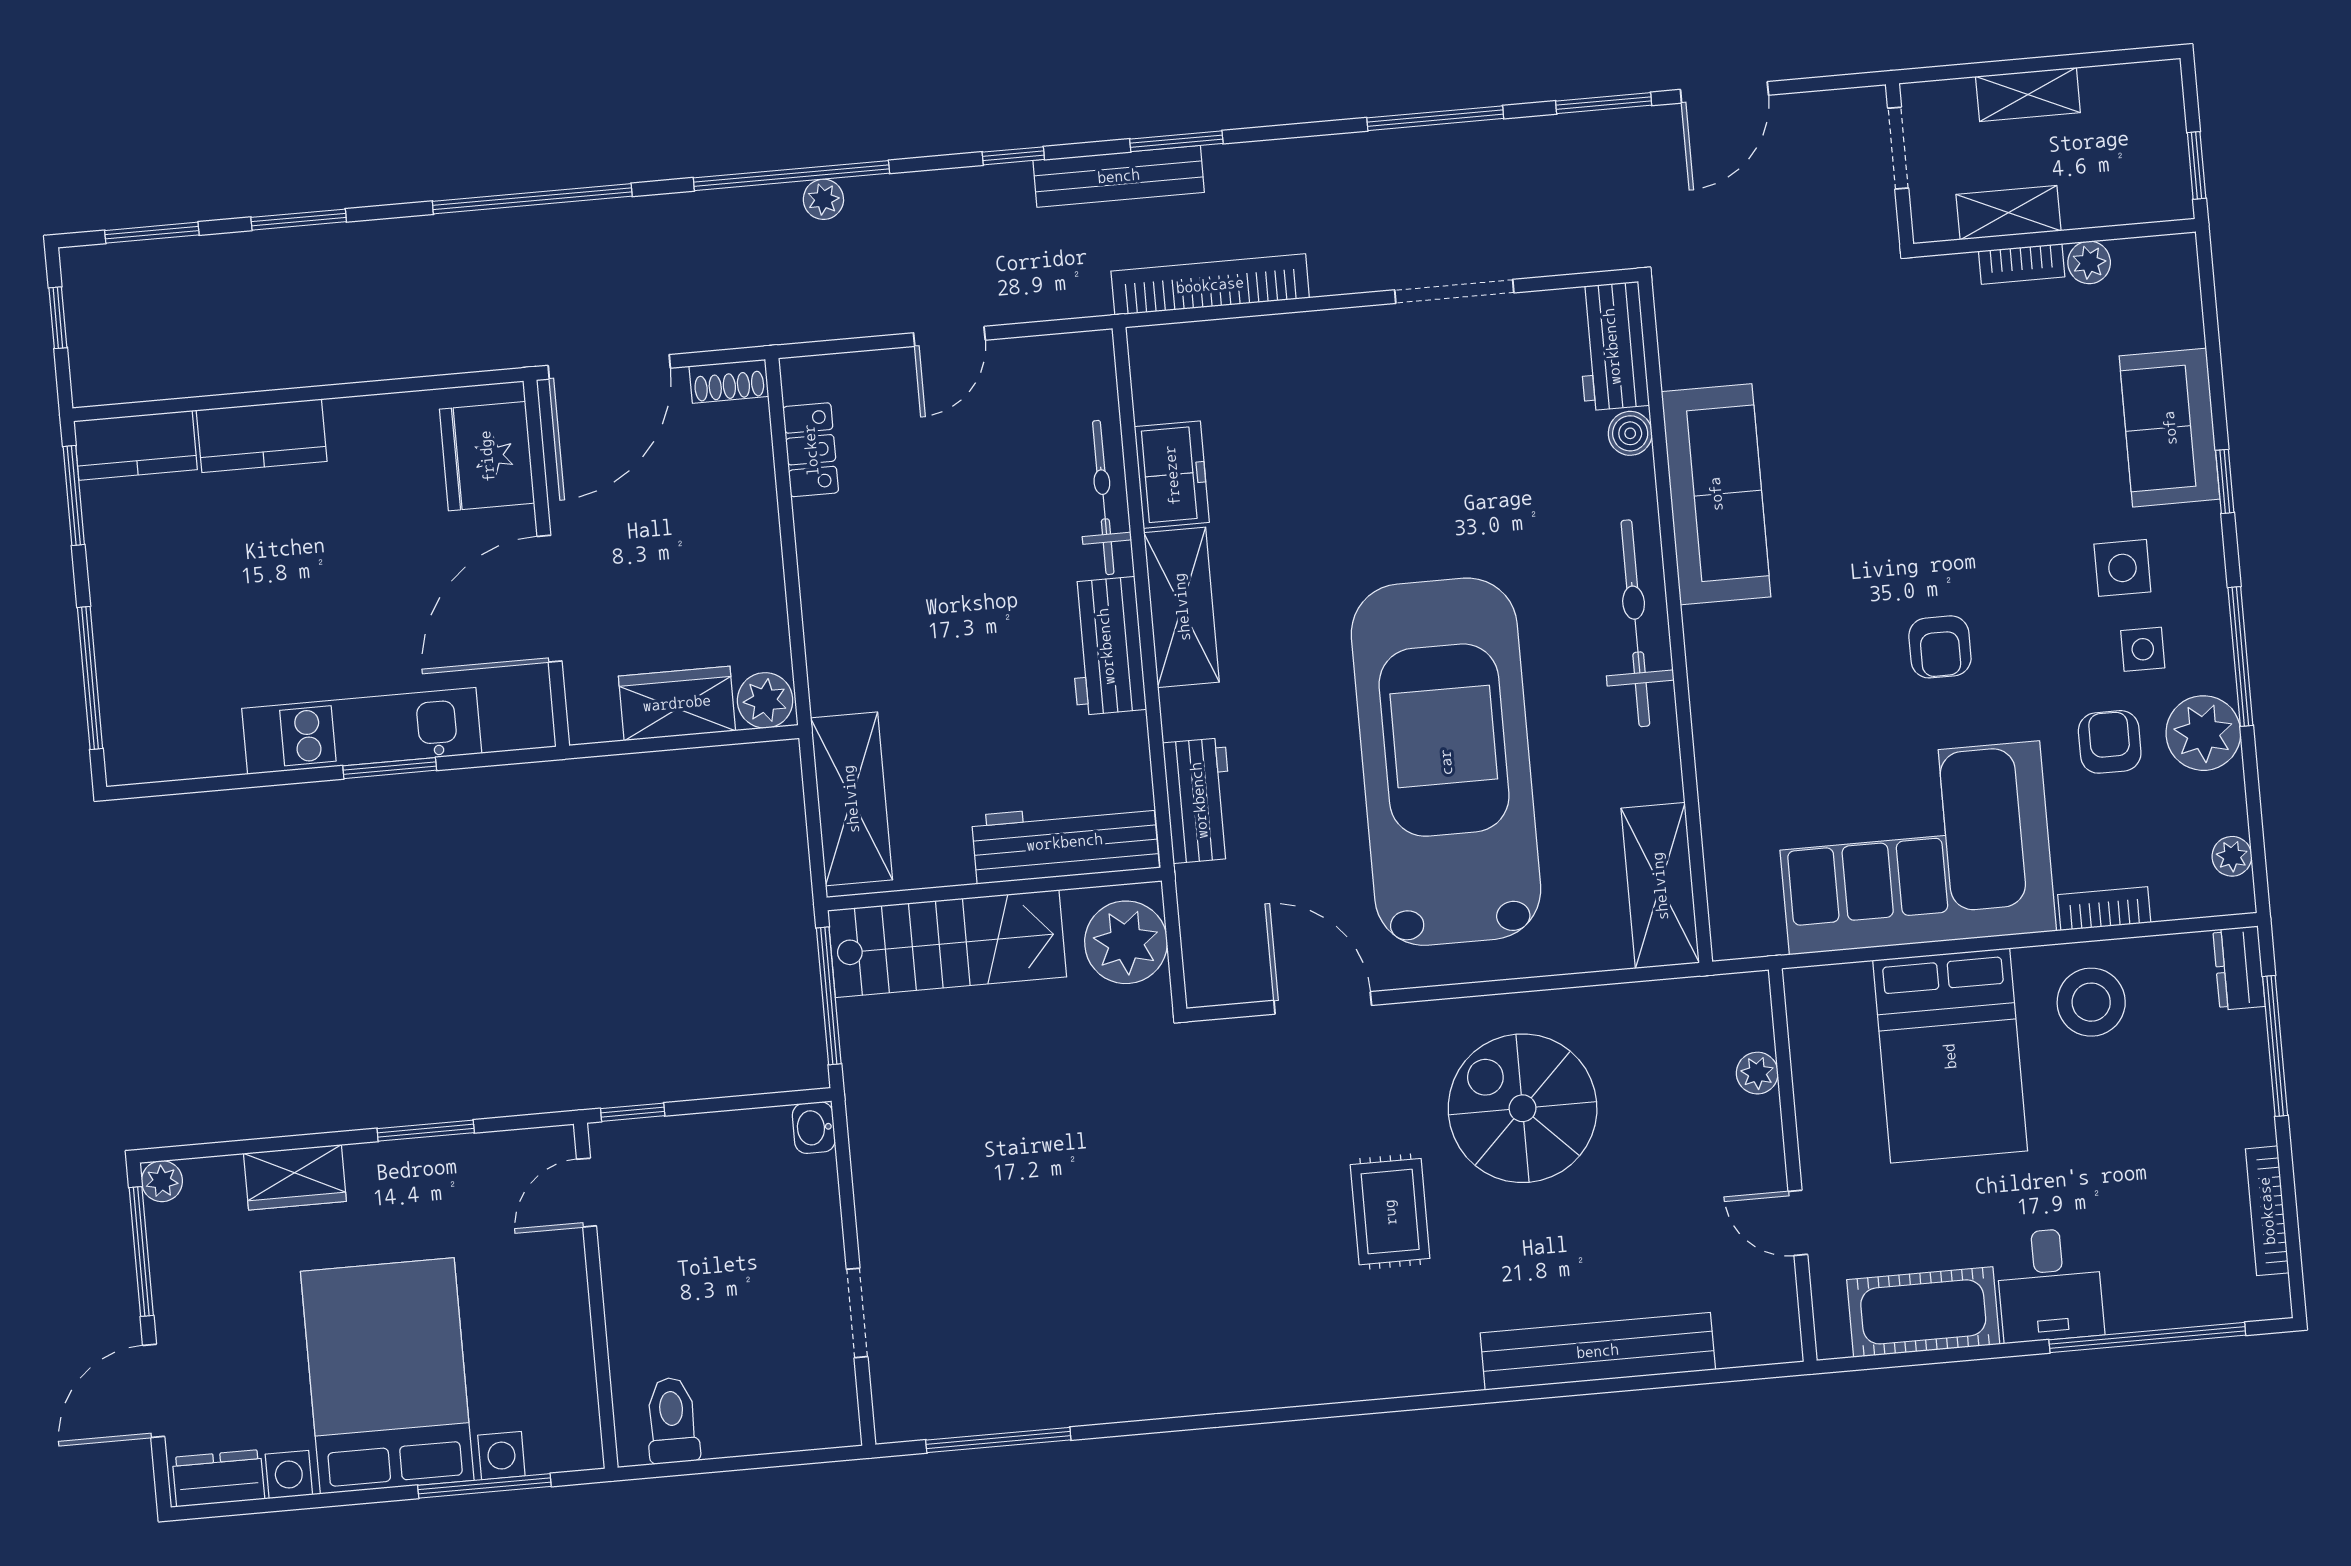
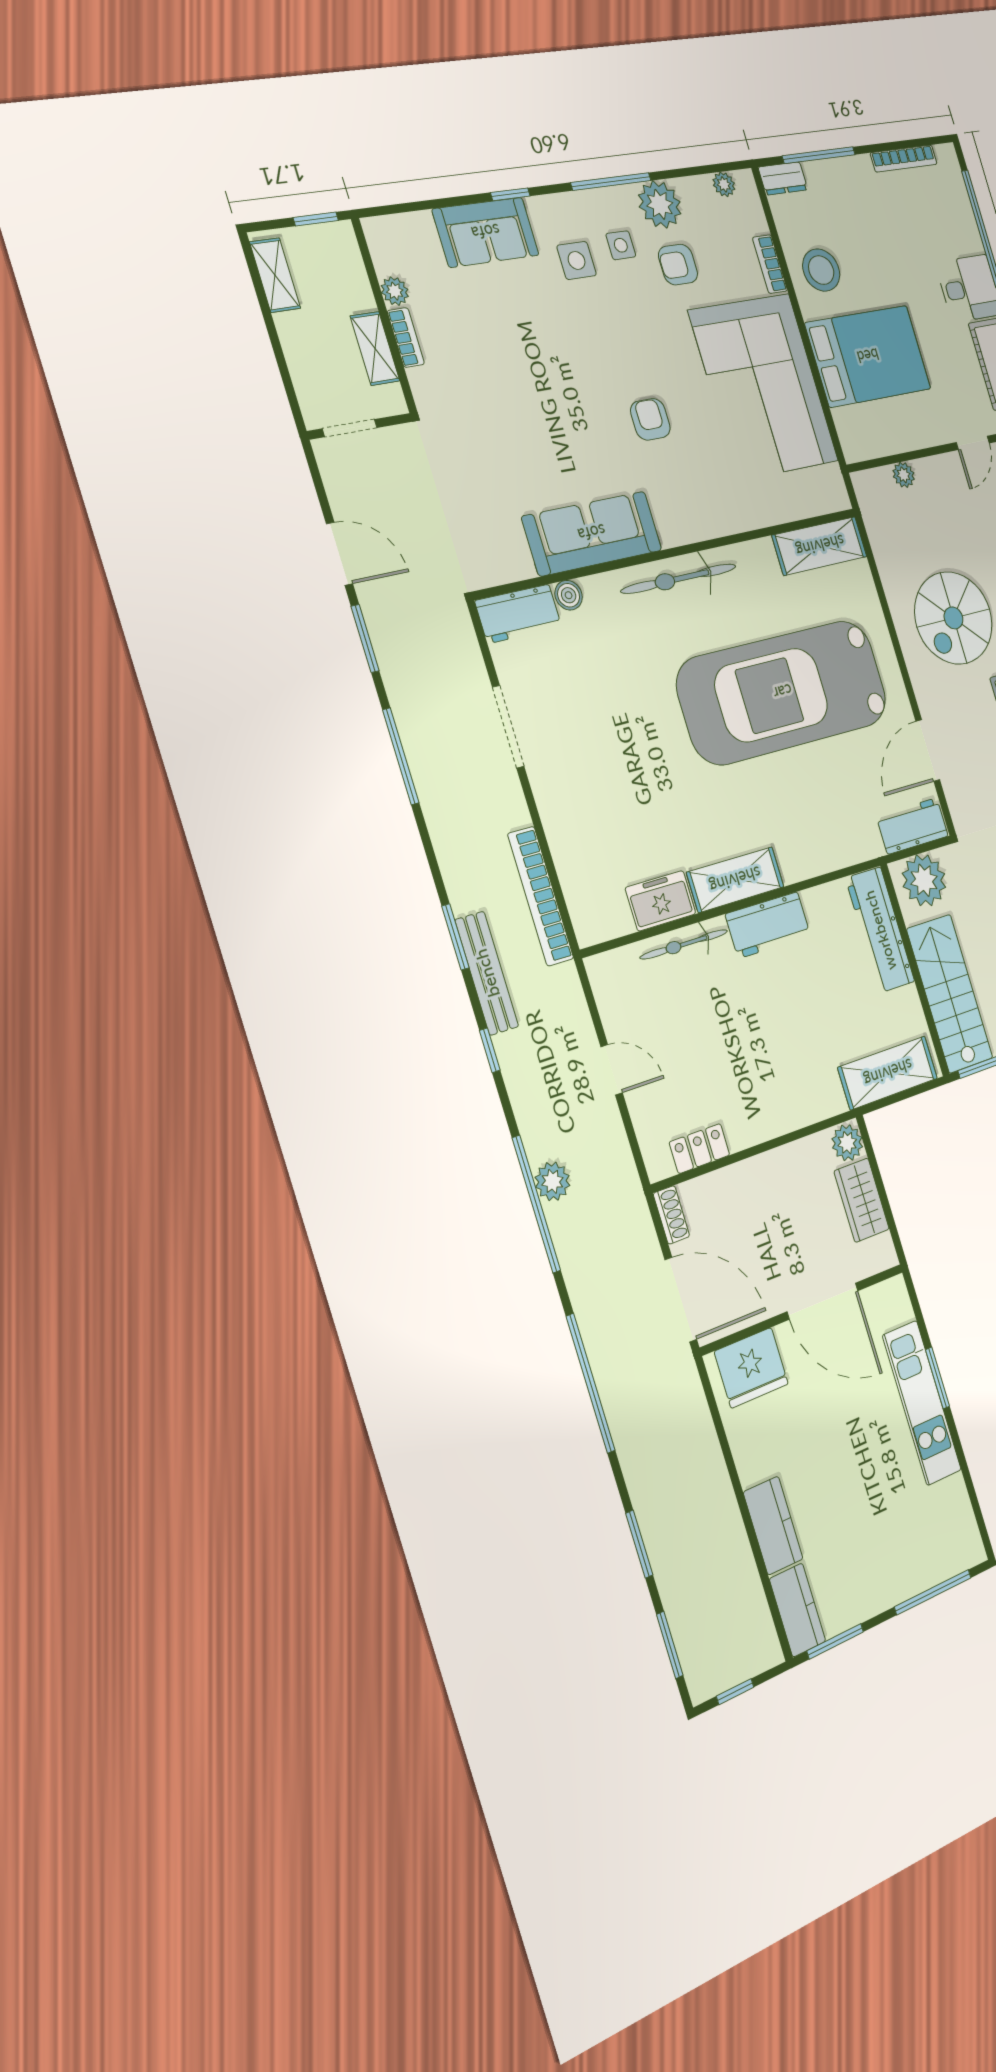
shelving: (2028, 94) -> (275, 275), moved
plant: (823, 199) -> (552, 1181), width x1.38, depth x1.38
armchair: (1940, 647) -> (650, 419), moved, turned -90
workbench: (1199, 800) -> (912, 826), moved

